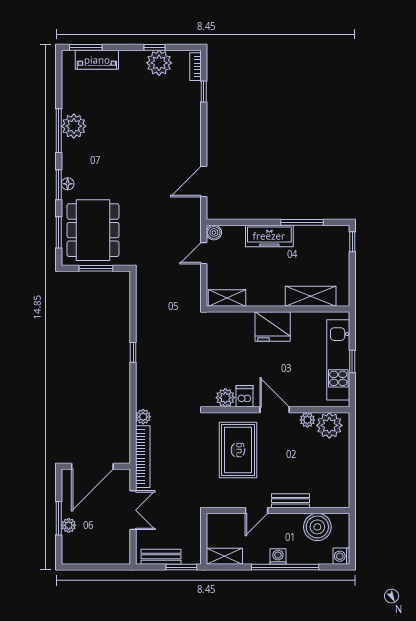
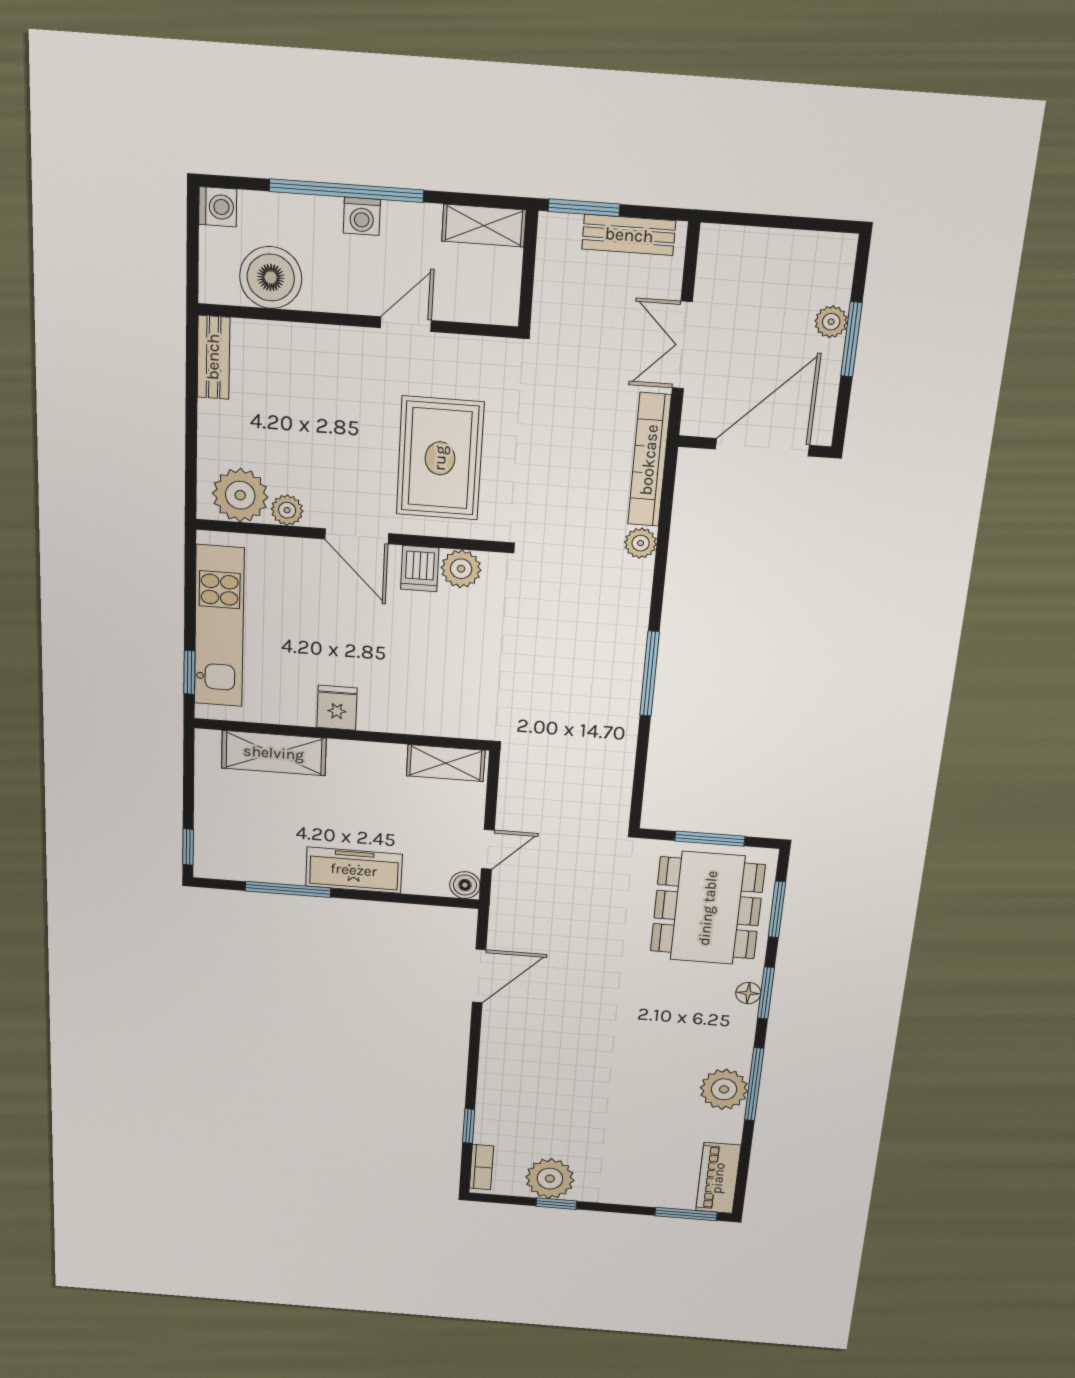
piano: (97, 60) -> (718, 1178), moved, turned -90
fridge: (273, 326) -> (337, 708), width x0.53, depth x0.75
window: (133, 352) -> (650, 674), width x2.17
window: (352, 361) -> (189, 672), moved
bench: (291, 501) -> (213, 357), moved, turned 90

